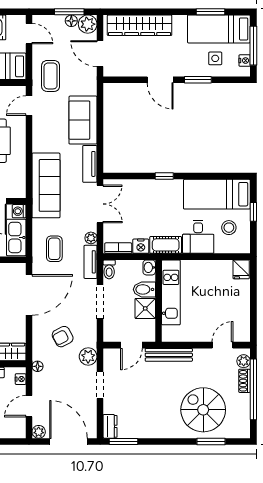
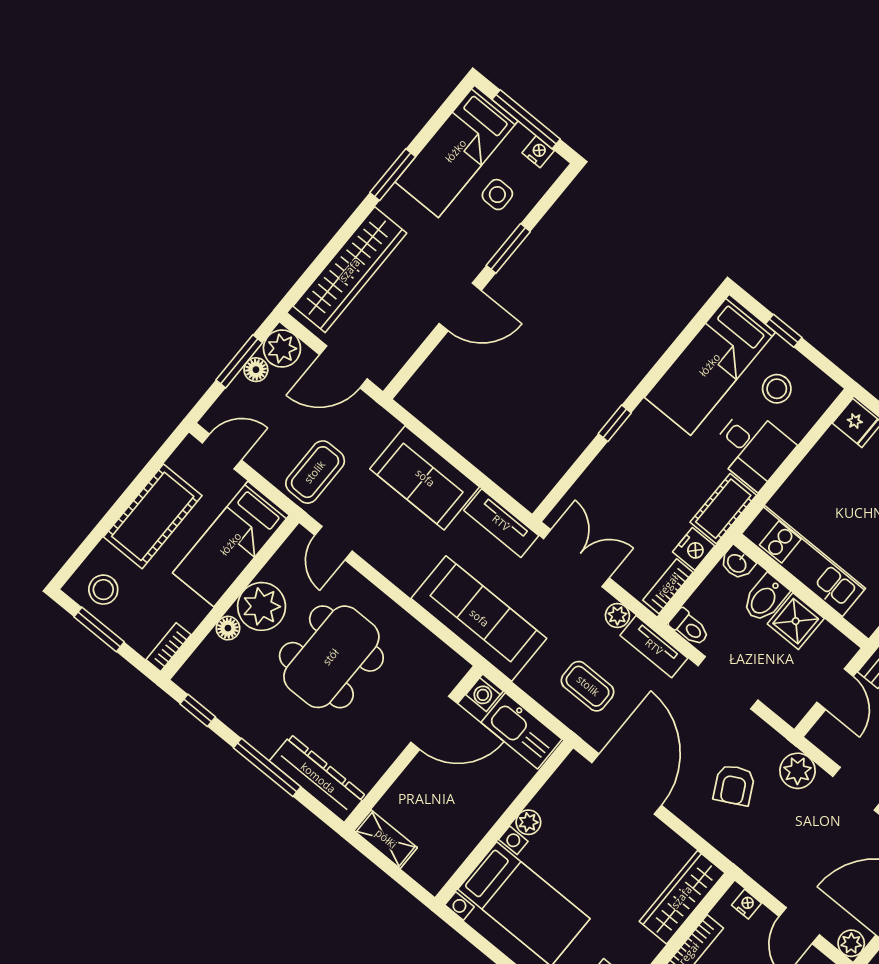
window: (211, 12) -> (393, 175), moved
coffee table: (51, 76) -> (315, 472), turned 90
floor lamp: (38, 366) -> (748, 862), removed

